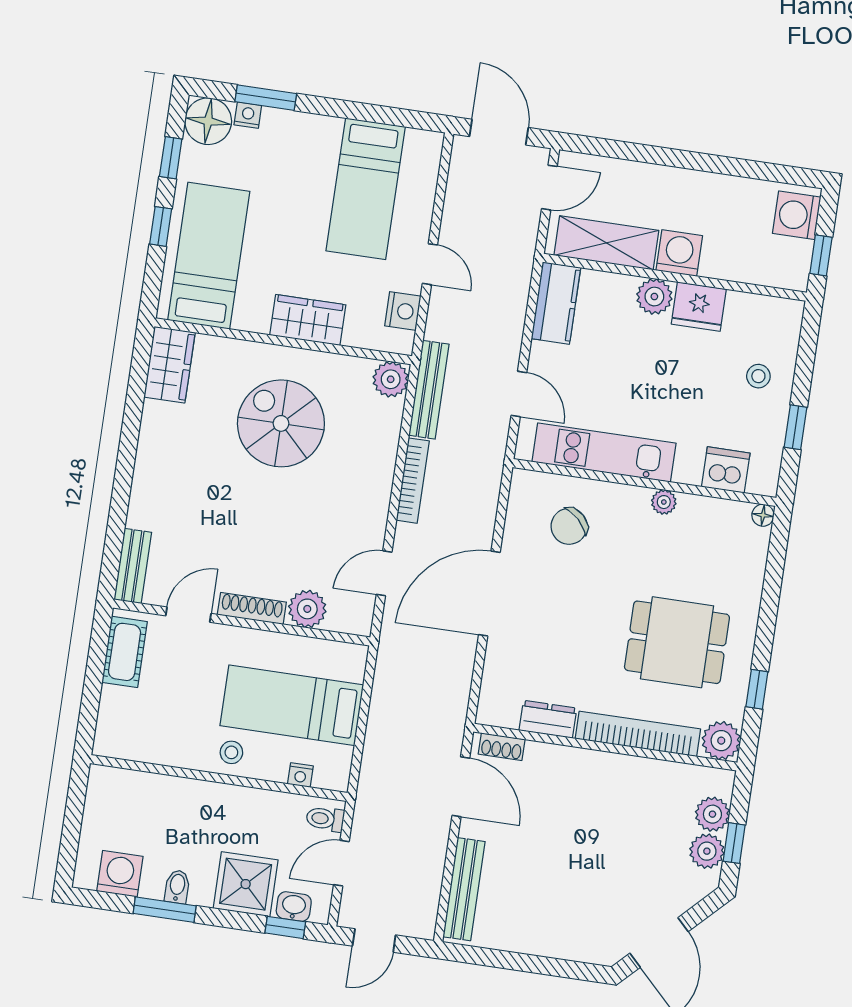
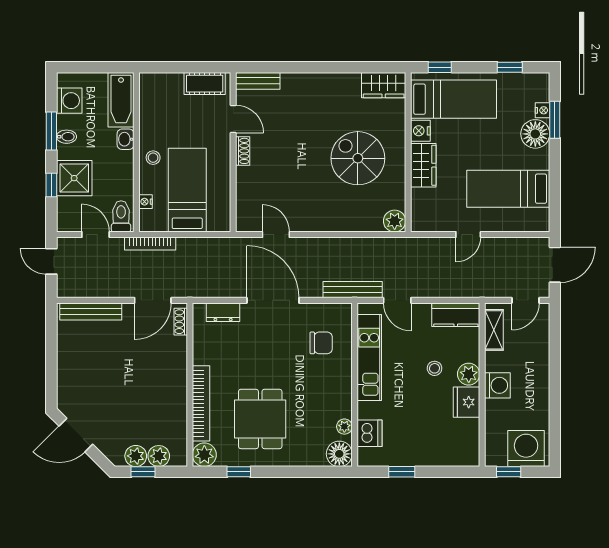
floor lamp: (208, 121) -> (535, 134), moved
door: (549, 188) -> (526, 300), hinge flipped
washing machine: (797, 215) -> (526, 449), width x1.37, depth x1.37
window: (161, 226) -> (440, 67), moved
shelving: (606, 243) -> (494, 330), width x0.67, depth x0.75
nightstand: (403, 311) -> (420, 131), moved, turned 90
stool: (758, 376) -> (435, 368), moved
bench: (429, 390) -> (353, 290), moved
door: (519, 394) -> (397, 300), hinge flipped
spiral stairs: (281, 423) -> (358, 158), turned -90
bookcase: (413, 481) -> (150, 244), moved
plant: (664, 502) -> (344, 427), moved
floor lamp: (763, 515) -> (339, 454), width x1.89, depth x1.89
chair: (569, 526) -> (321, 343), turned 136
shoe rack: (252, 608) -> (243, 151), width x0.70
plant: (307, 609) -> (247, 191), removed
dresser: (548, 719) -> (223, 312), moved, turned 90
bathtub: (131, 790) -> (121, 100), added
toilet: (325, 819) -> (121, 216), width x1.37, depth x1.39
washbasin: (294, 906) -> (126, 139), moved, turned 180
window: (285, 927) -> (51, 185), moved

